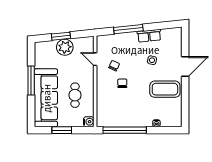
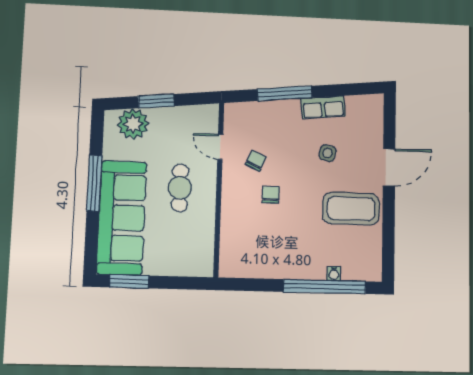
plant: (65, 47) -> (133, 124), moved
cafe table: (75, 95) -> (180, 188), moved
water cooler: (89, 122) -> (204, 267), removed
window: (62, 130) -> (129, 281), moved
window: (125, 130) -> (325, 287), moved

